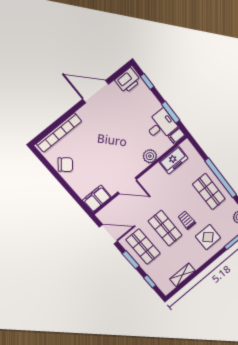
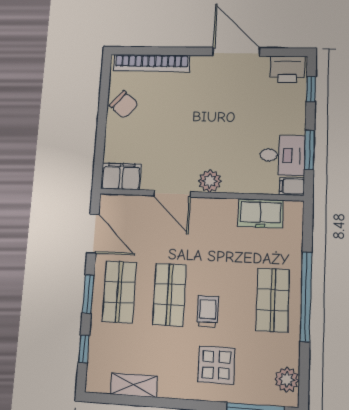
plant: (150, 156) -> (210, 181), moved

